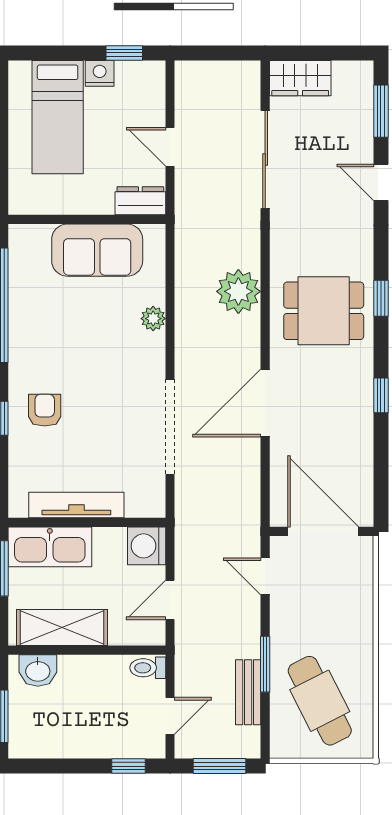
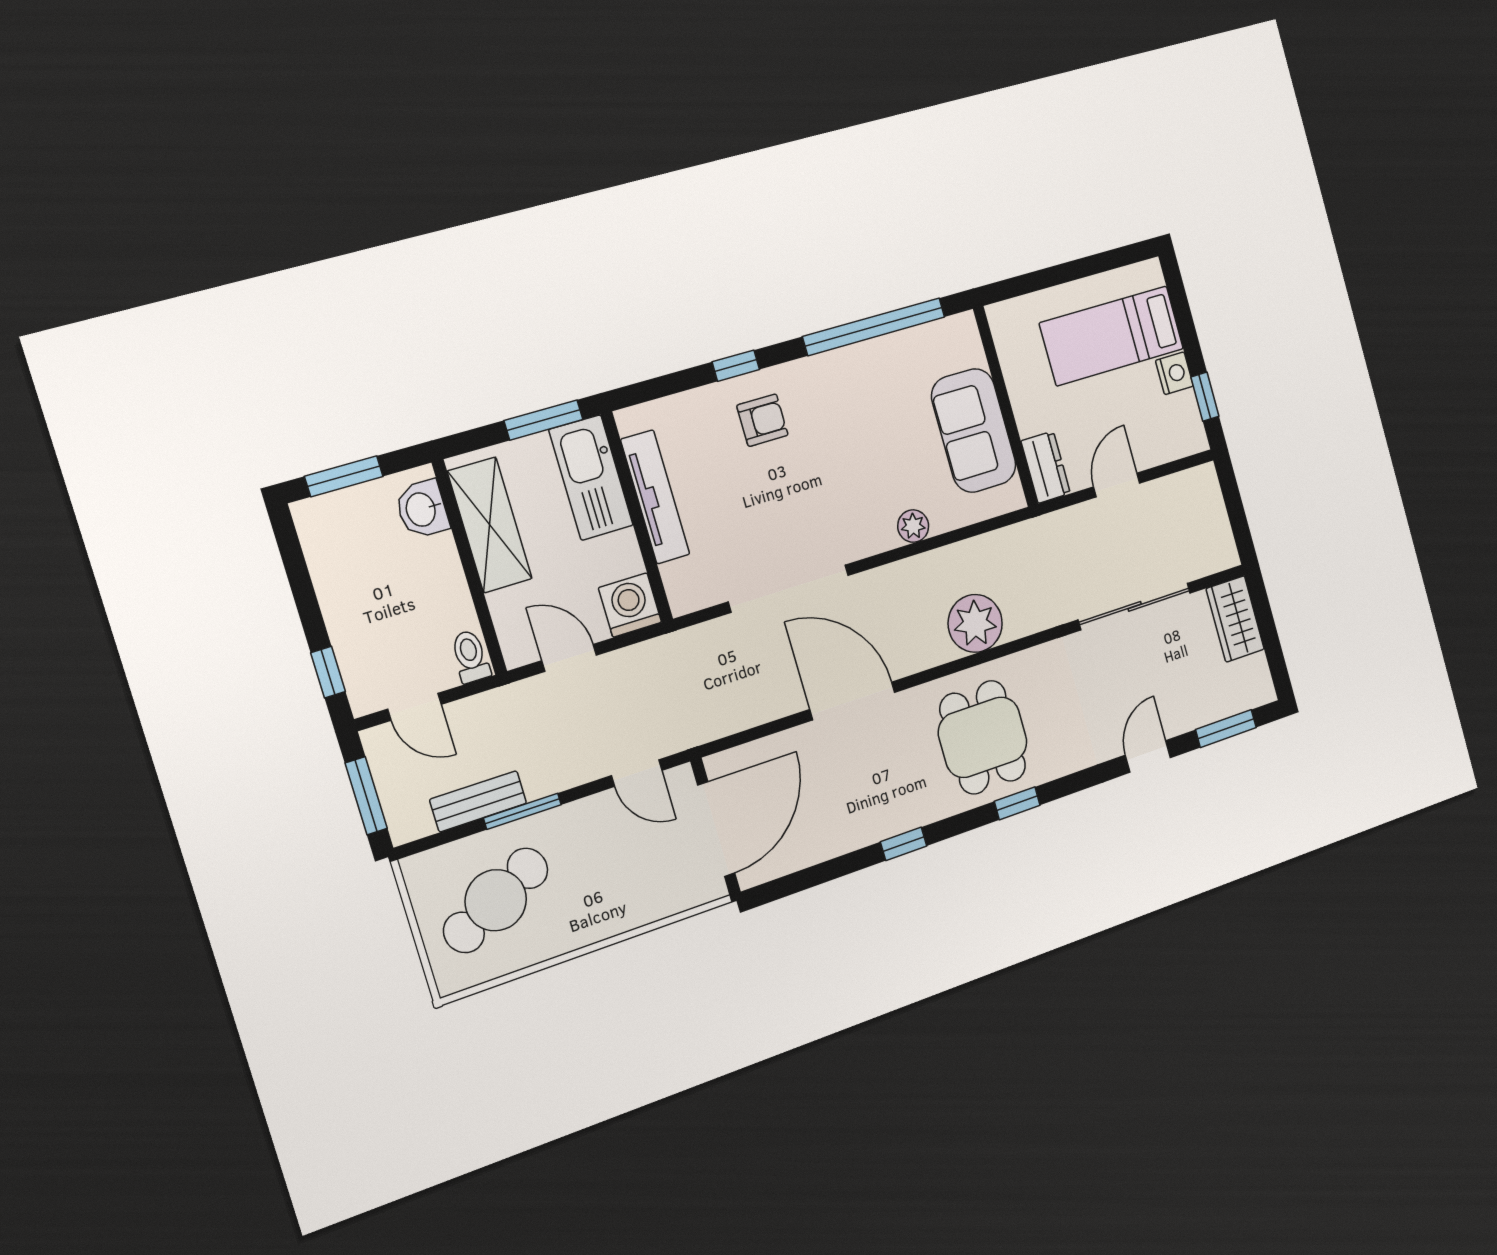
door: (265, 576) -> (637, 773), swing flipped

